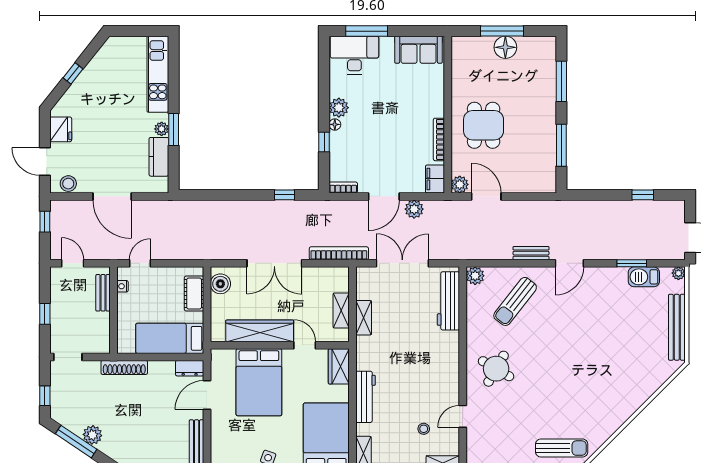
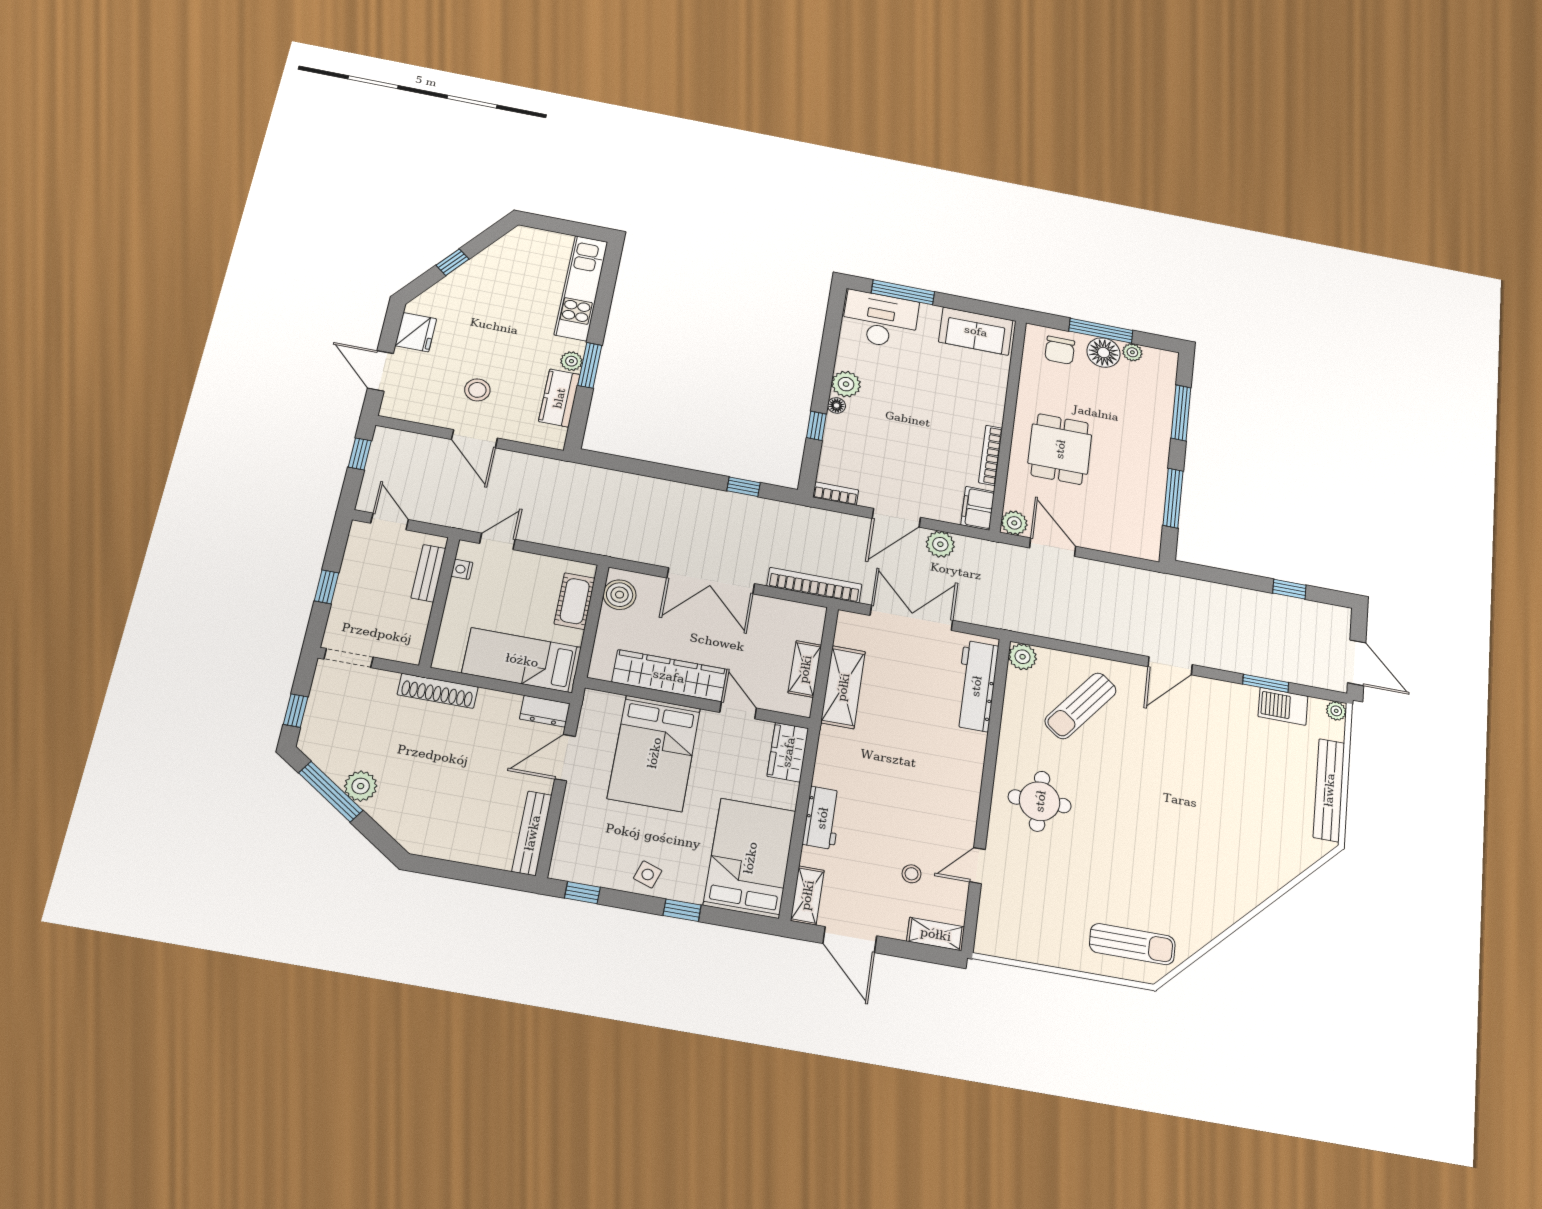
plant: (525, 43) -> (1132, 352), added
chair: (476, 52) -> (1060, 350), added
stool: (68, 184) -> (477, 390), moved
door: (112, 196) -> (474, 439), width x0.73
bench: (531, 253) -> (1112, 640), removed
shelving: (364, 318) -> (843, 687), width x1.50, depth x1.33
round table: (496, 369) -> (1040, 801), turned -30
workbench: (365, 397) -> (822, 818), width x0.73

